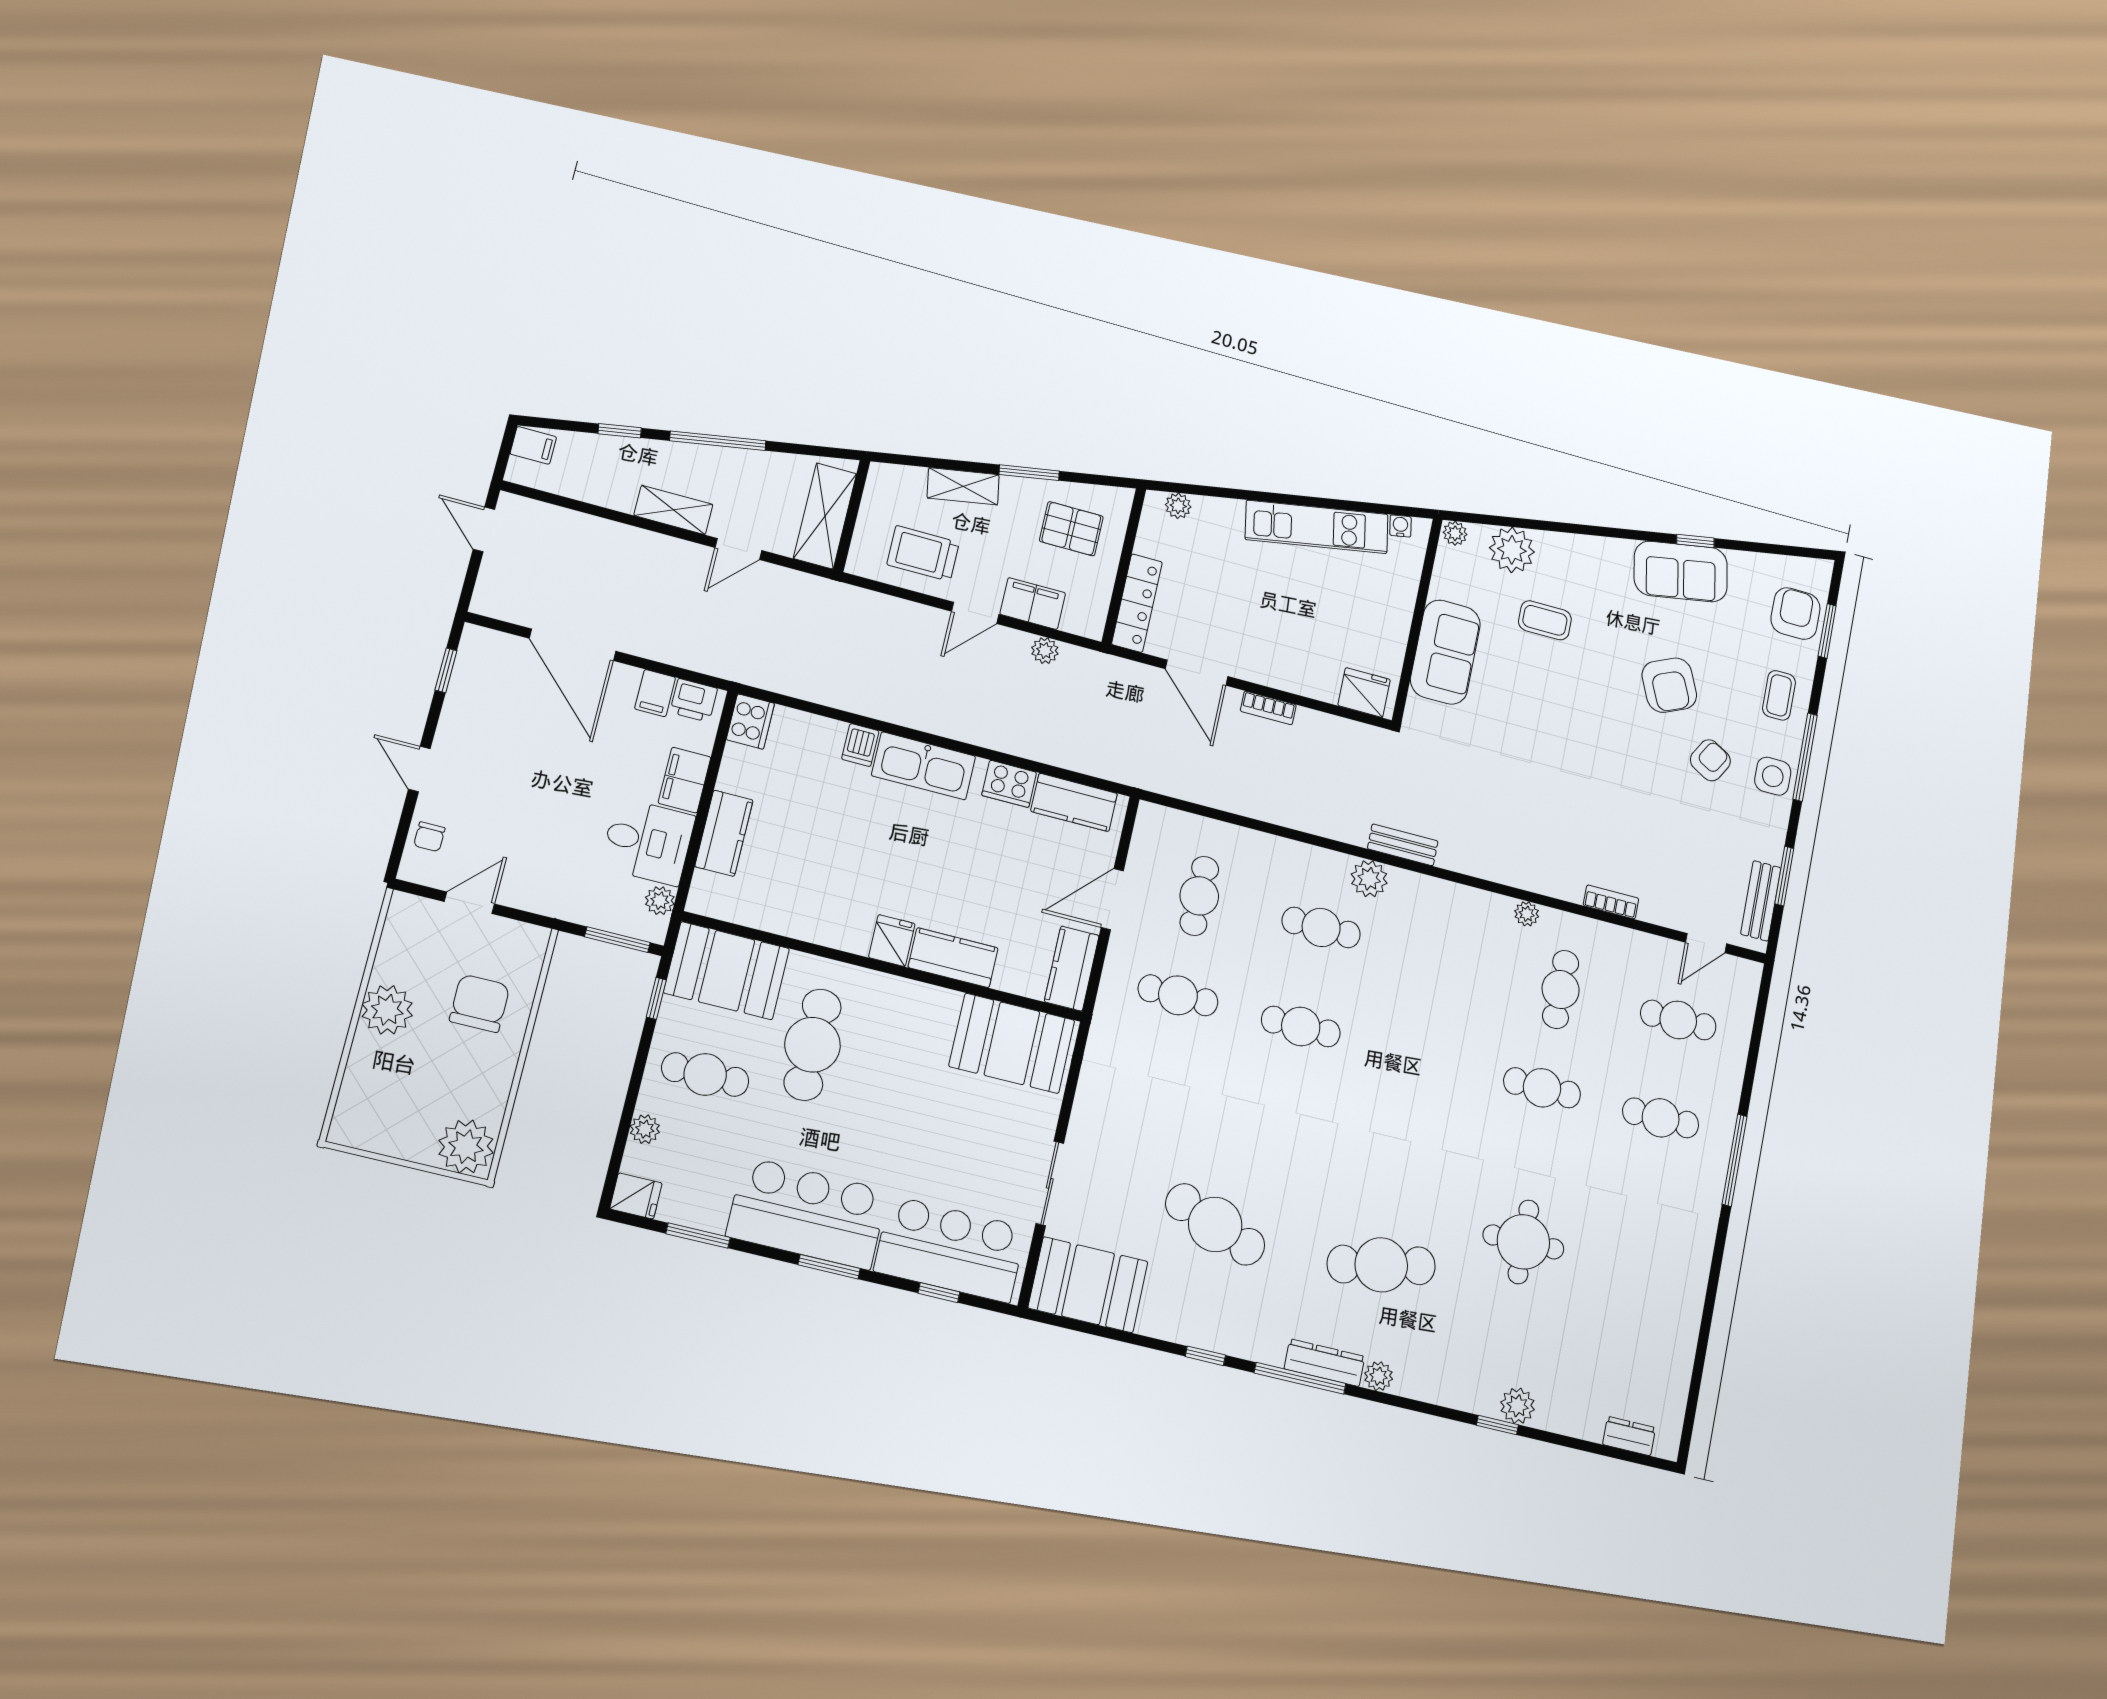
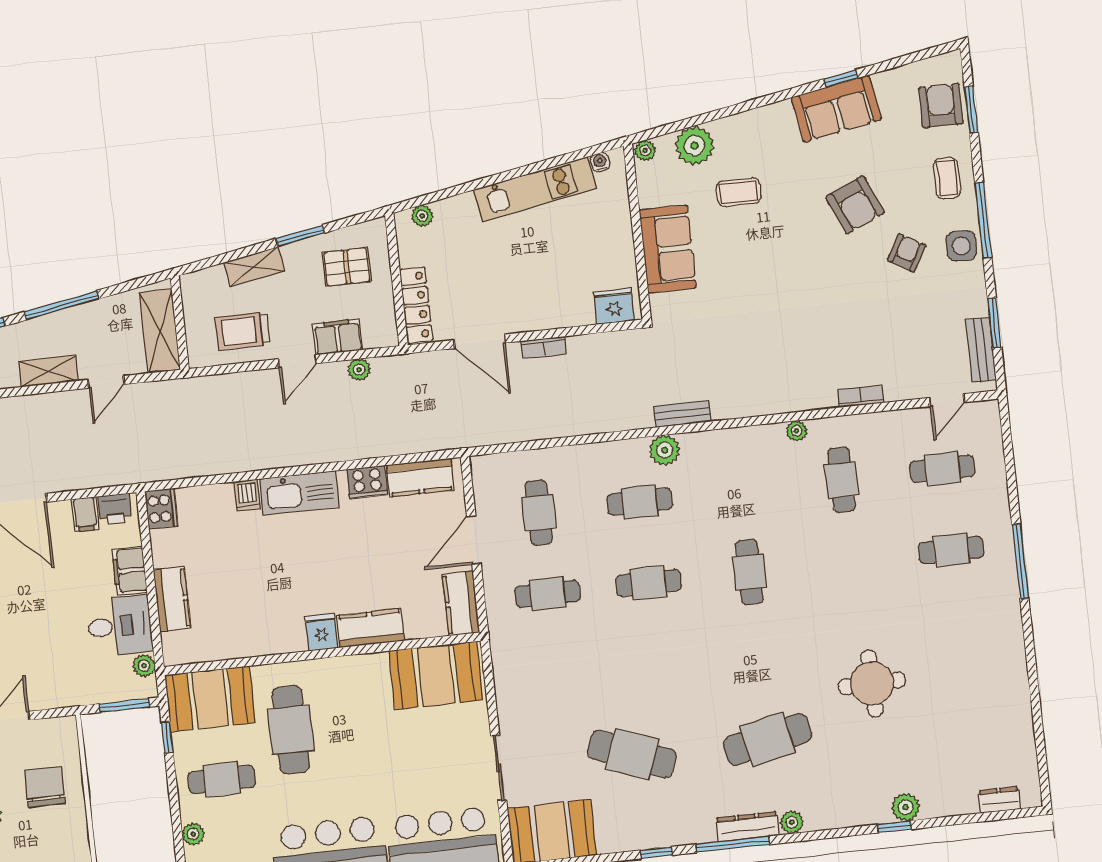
cafe table: (1542, 1088) -> (749, 572), moved, turned 90

